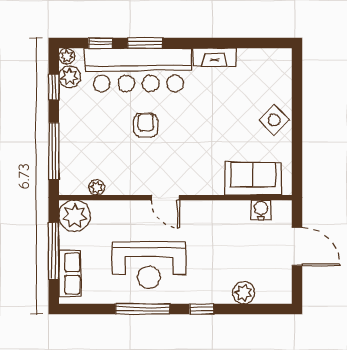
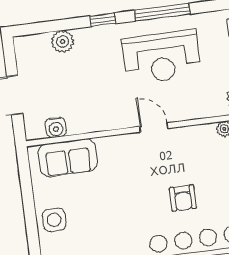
side table: (274, 120) -> (54, 220), turned 45
reception desk: (149, 265) -> (162, 57), turned 180

